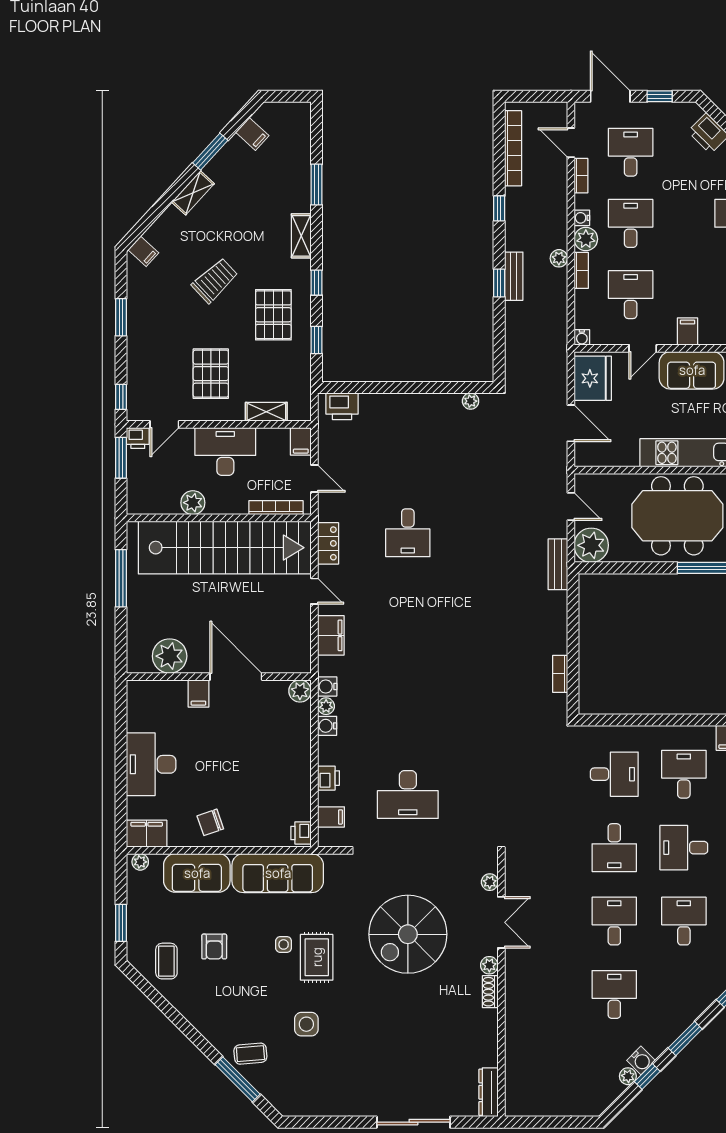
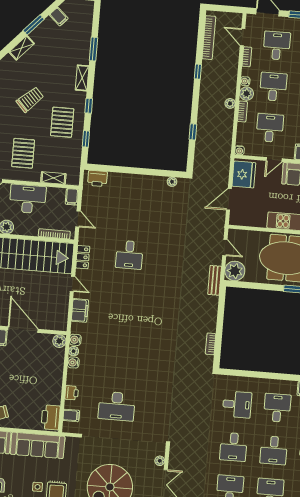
bench: (514, 276) -> (203, 112), removed
window: (499, 283) -> (193, 132), moved
door: (571, 423) -> (229, 199), swing flipped
printer: (301, 833) -> (51, 417), width x1.87, depth x1.48
desk: (684, 848) -> (274, 450), turned -90

